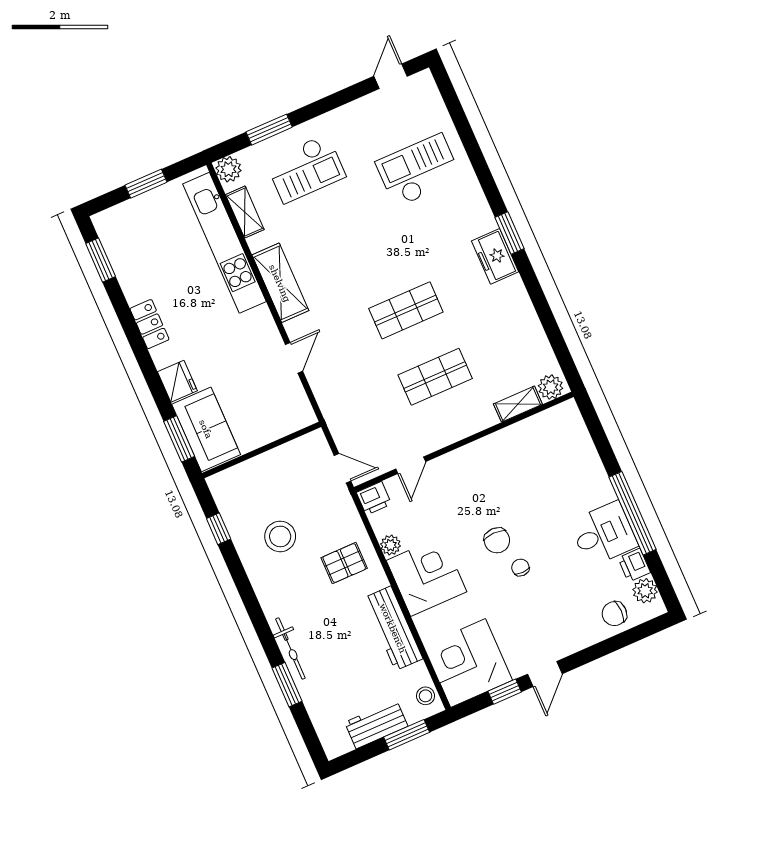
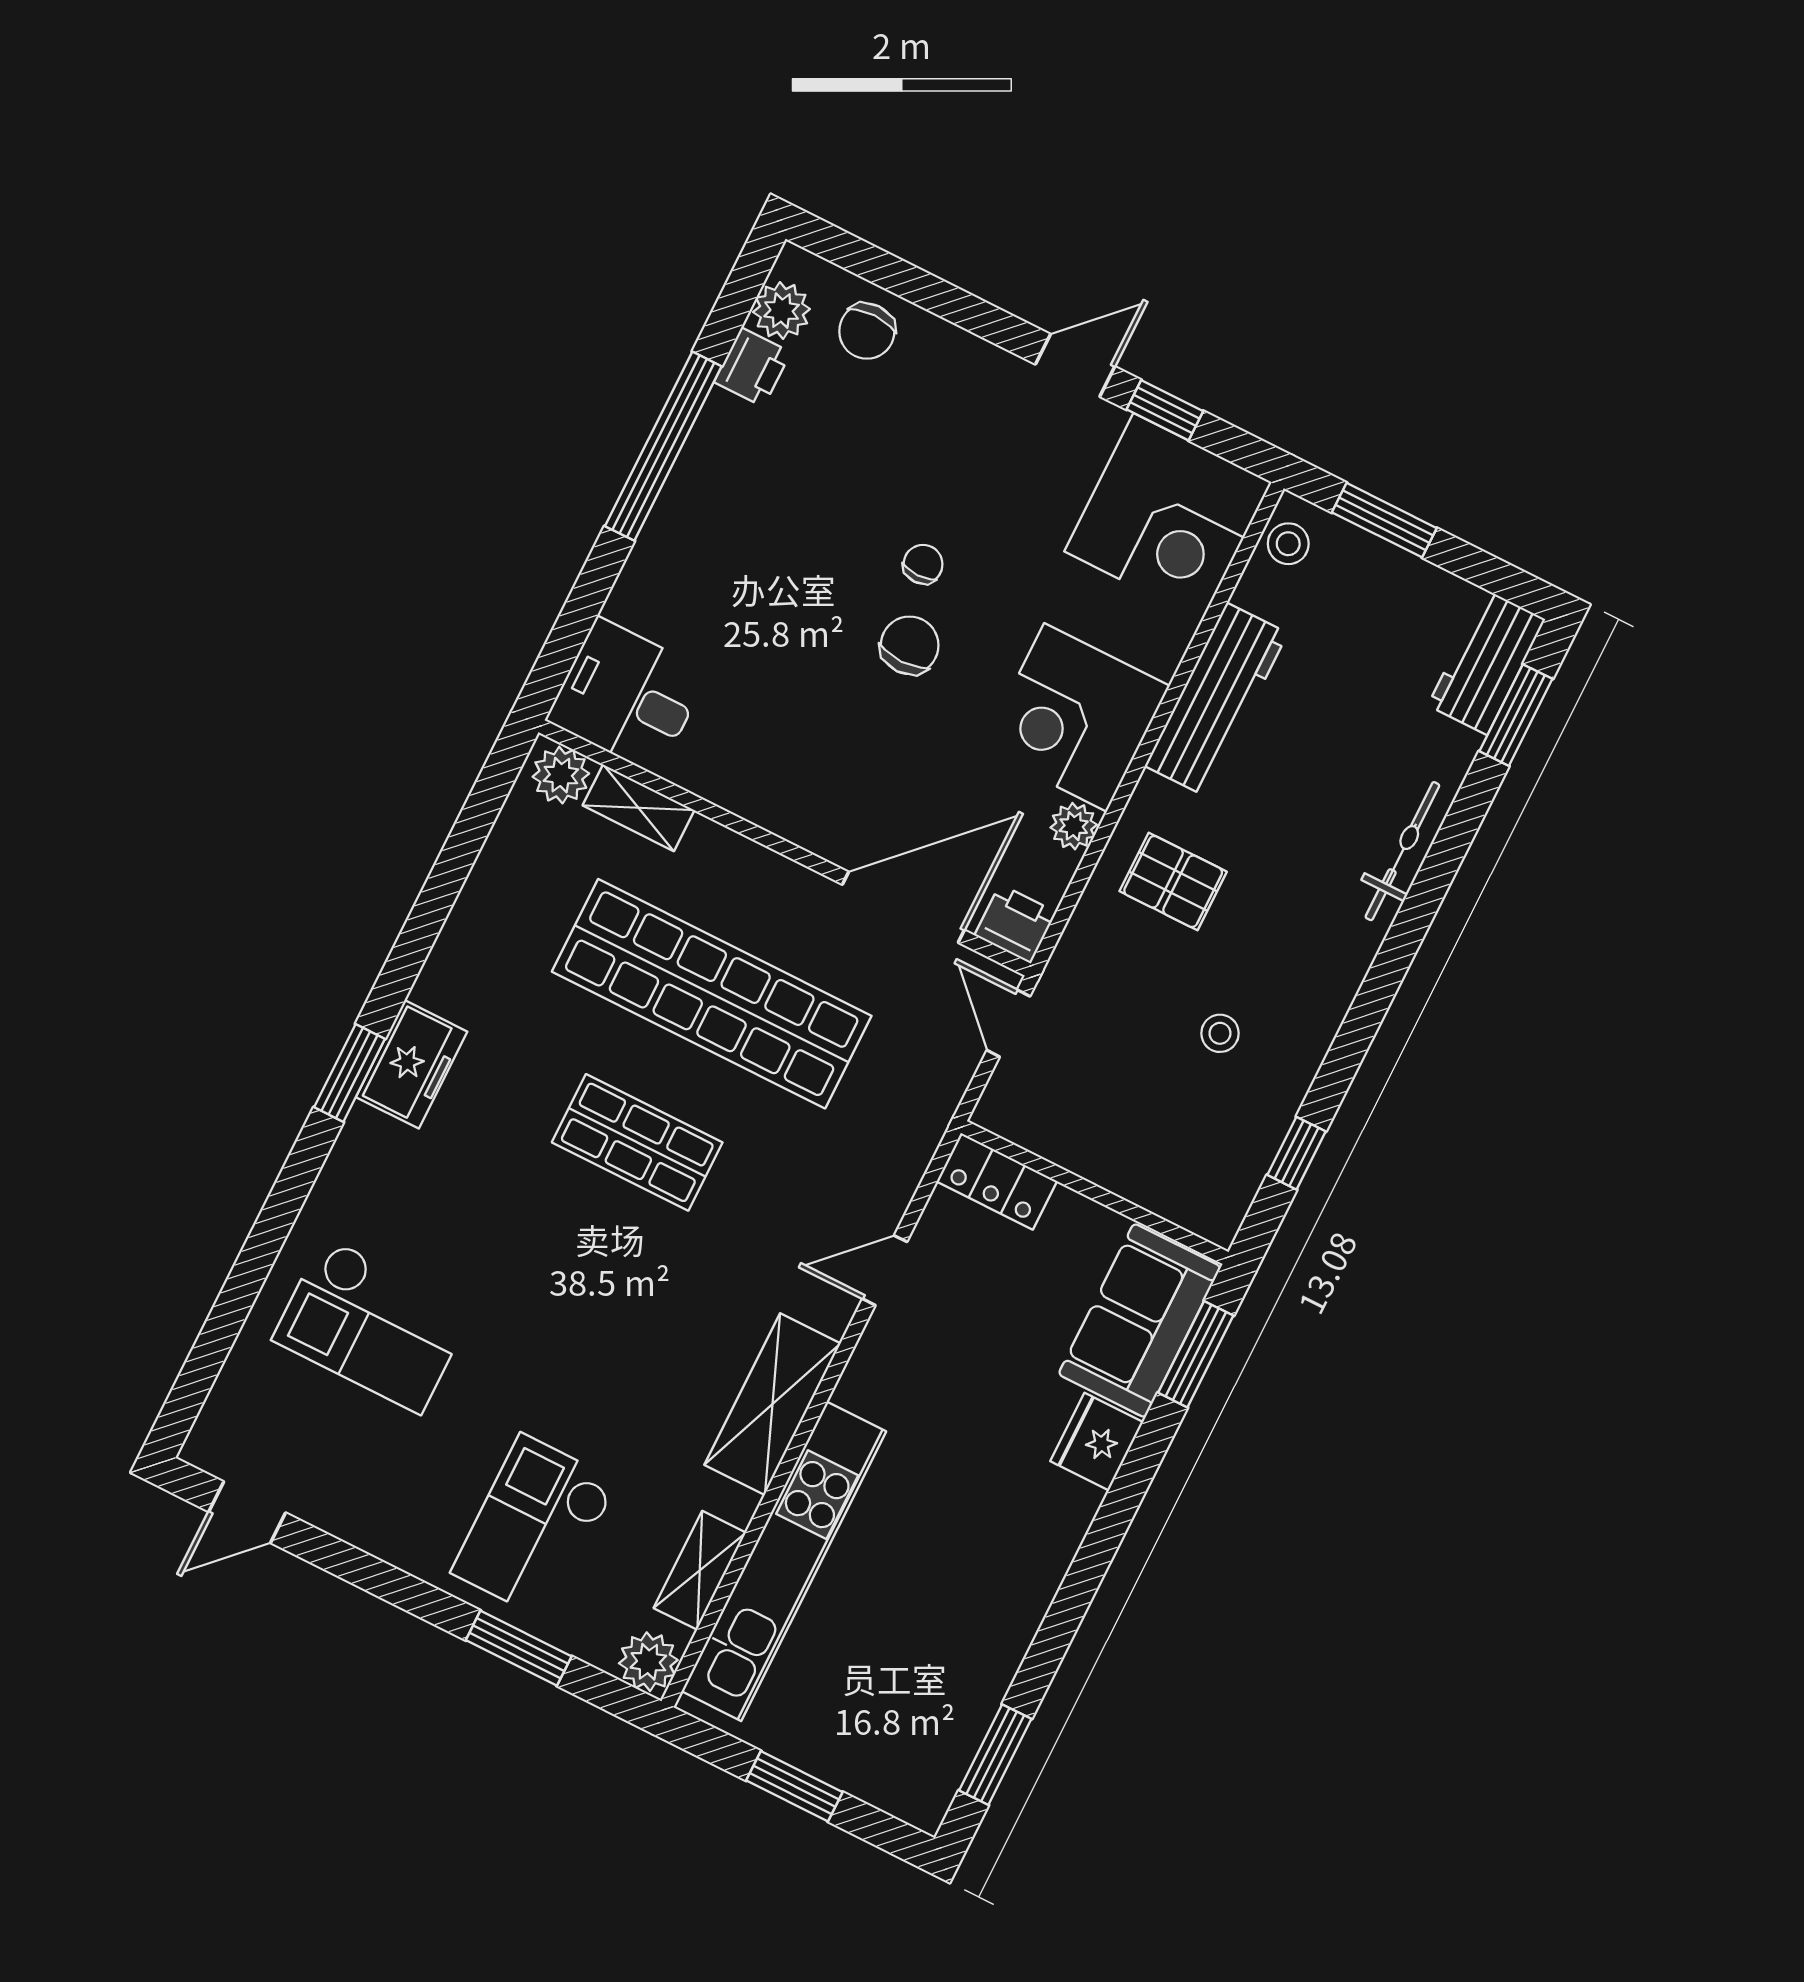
checkout: (305, 169) -> (534, 1527), turned -90
locker: (150, 324) -> (997, 1181), moved, turned -90
shop shelf: (435, 377) -> (712, 994), width x2.00, depth x1.36
door: (411, 465) -> (903, 907), width x1.88
desk: (604, 534) -> (627, 696), moved
stool: (280, 536) -> (1220, 1033), width x0.53, depth x0.53
chair: (520, 567) -> (923, 564), turned 180
chair: (614, 614) -> (867, 331), turned 90
window: (287, 685) -> (1516, 715), moved
workbench: (376, 724) -> (1486, 662), moved, turned 90

